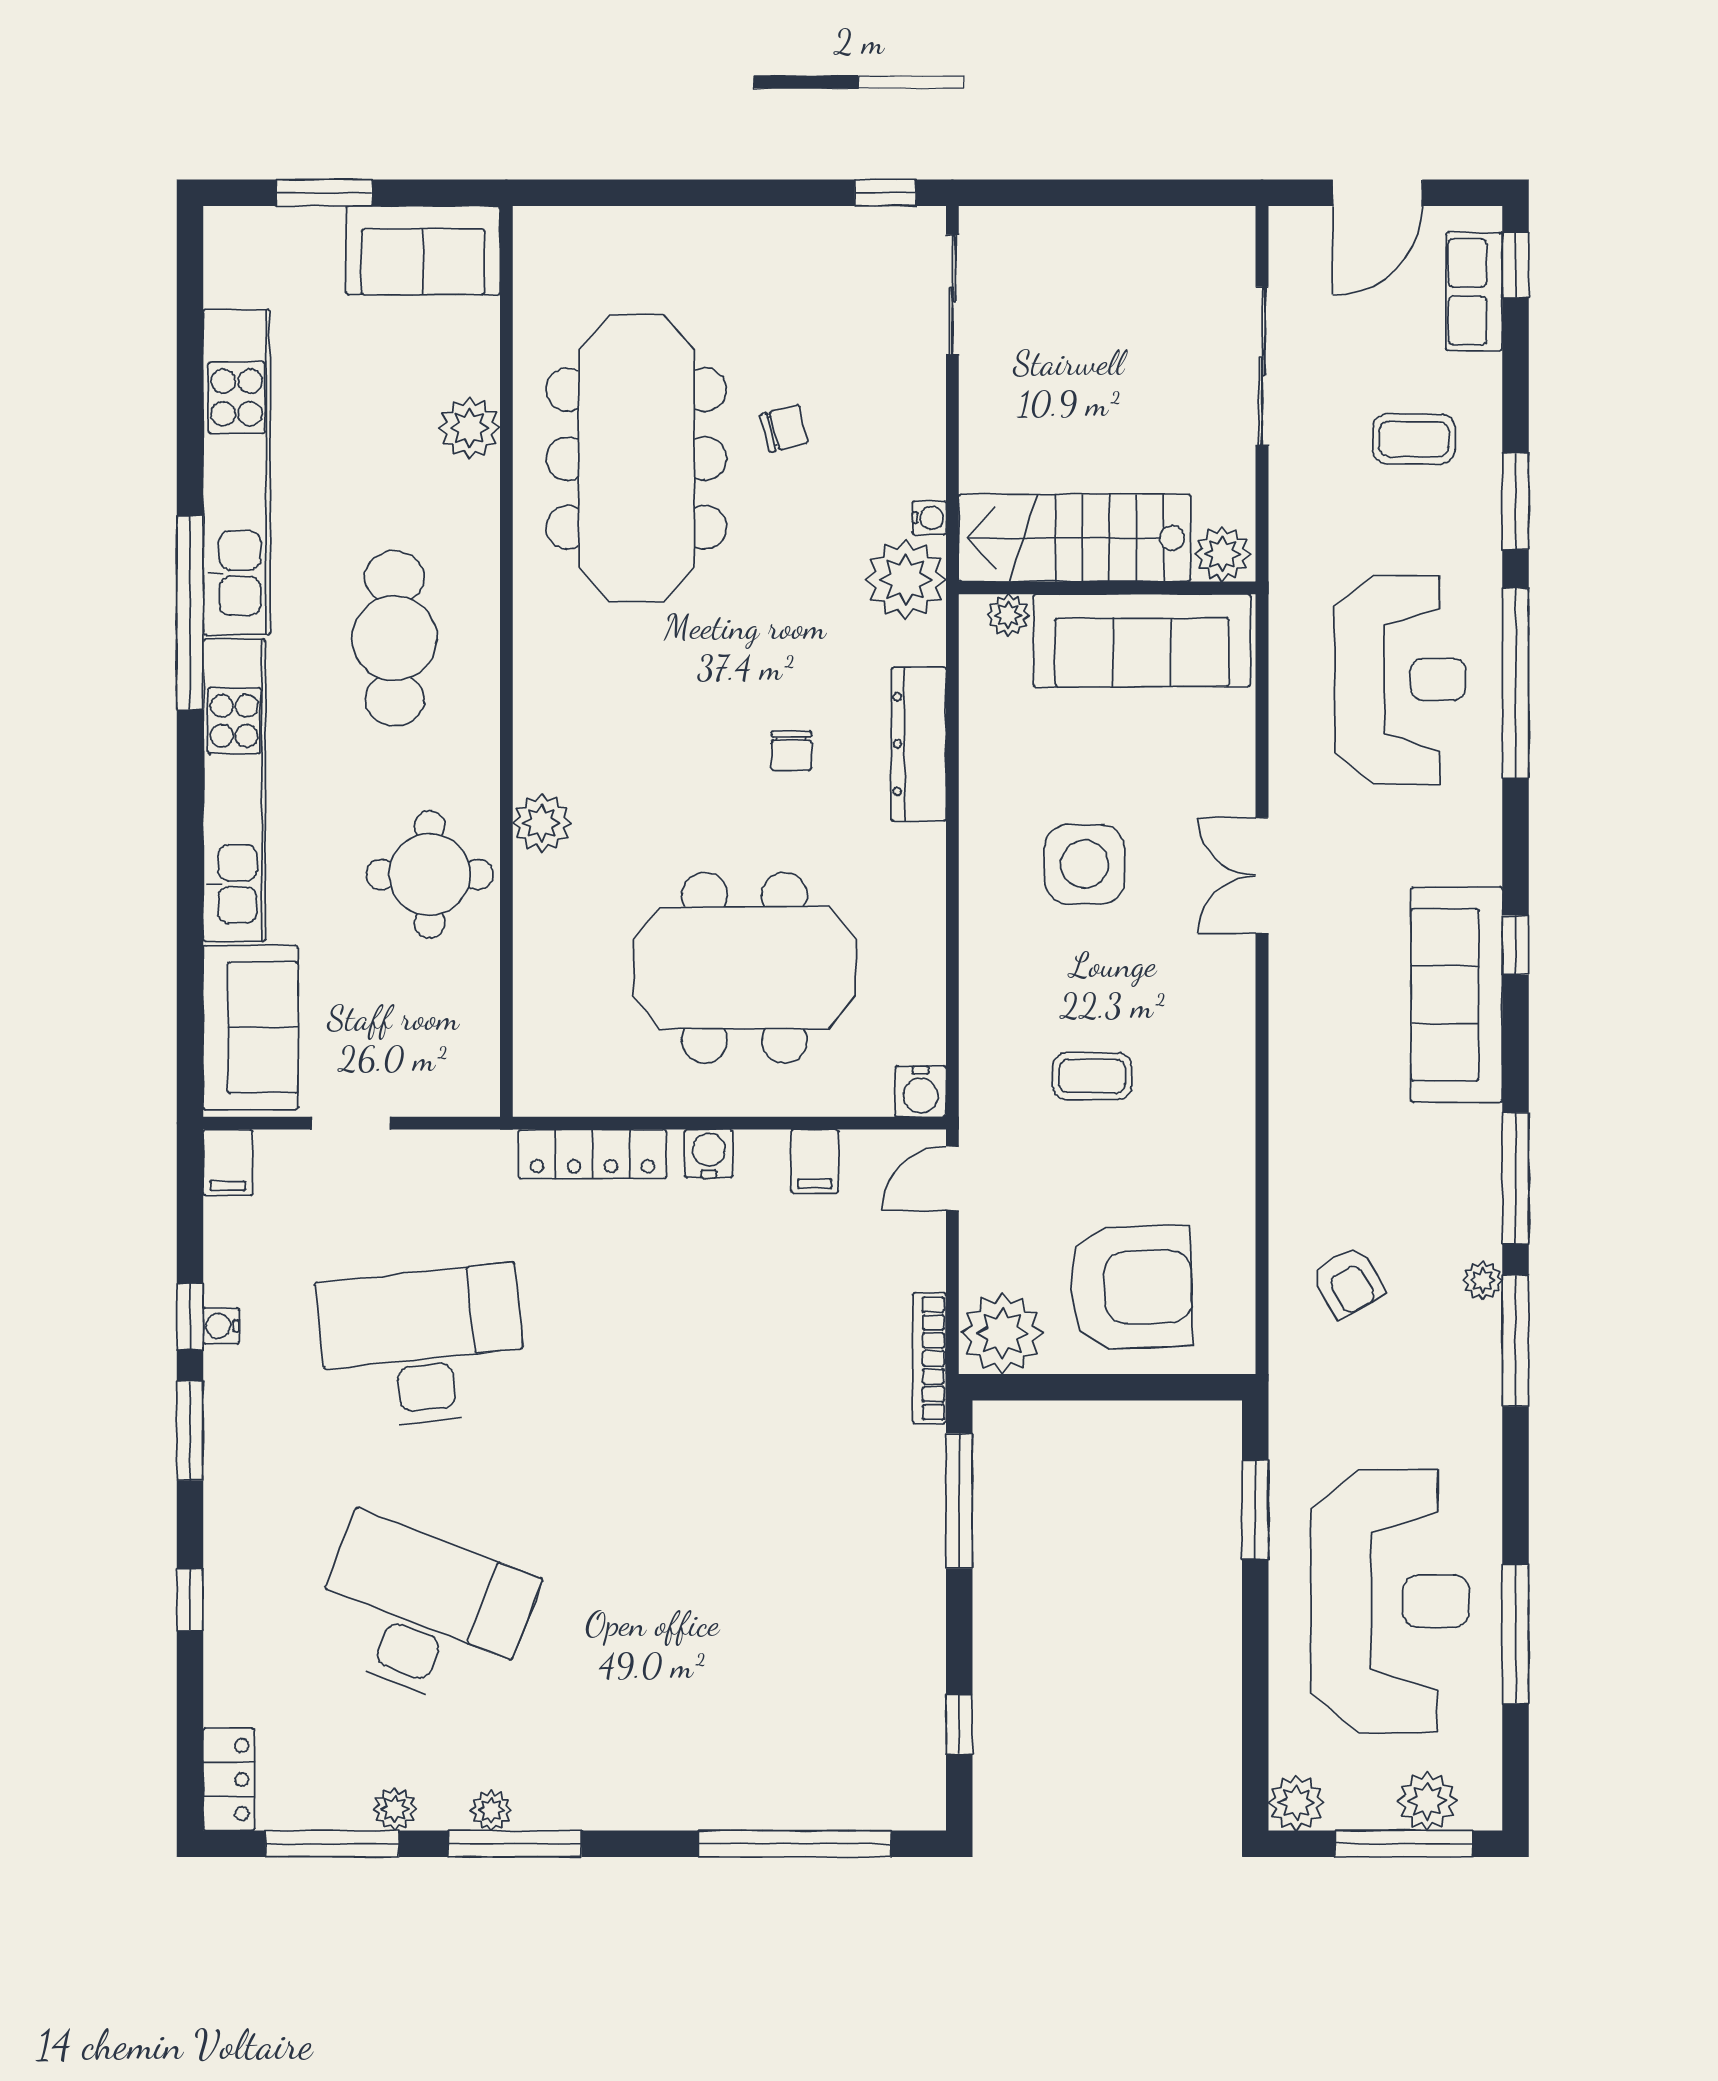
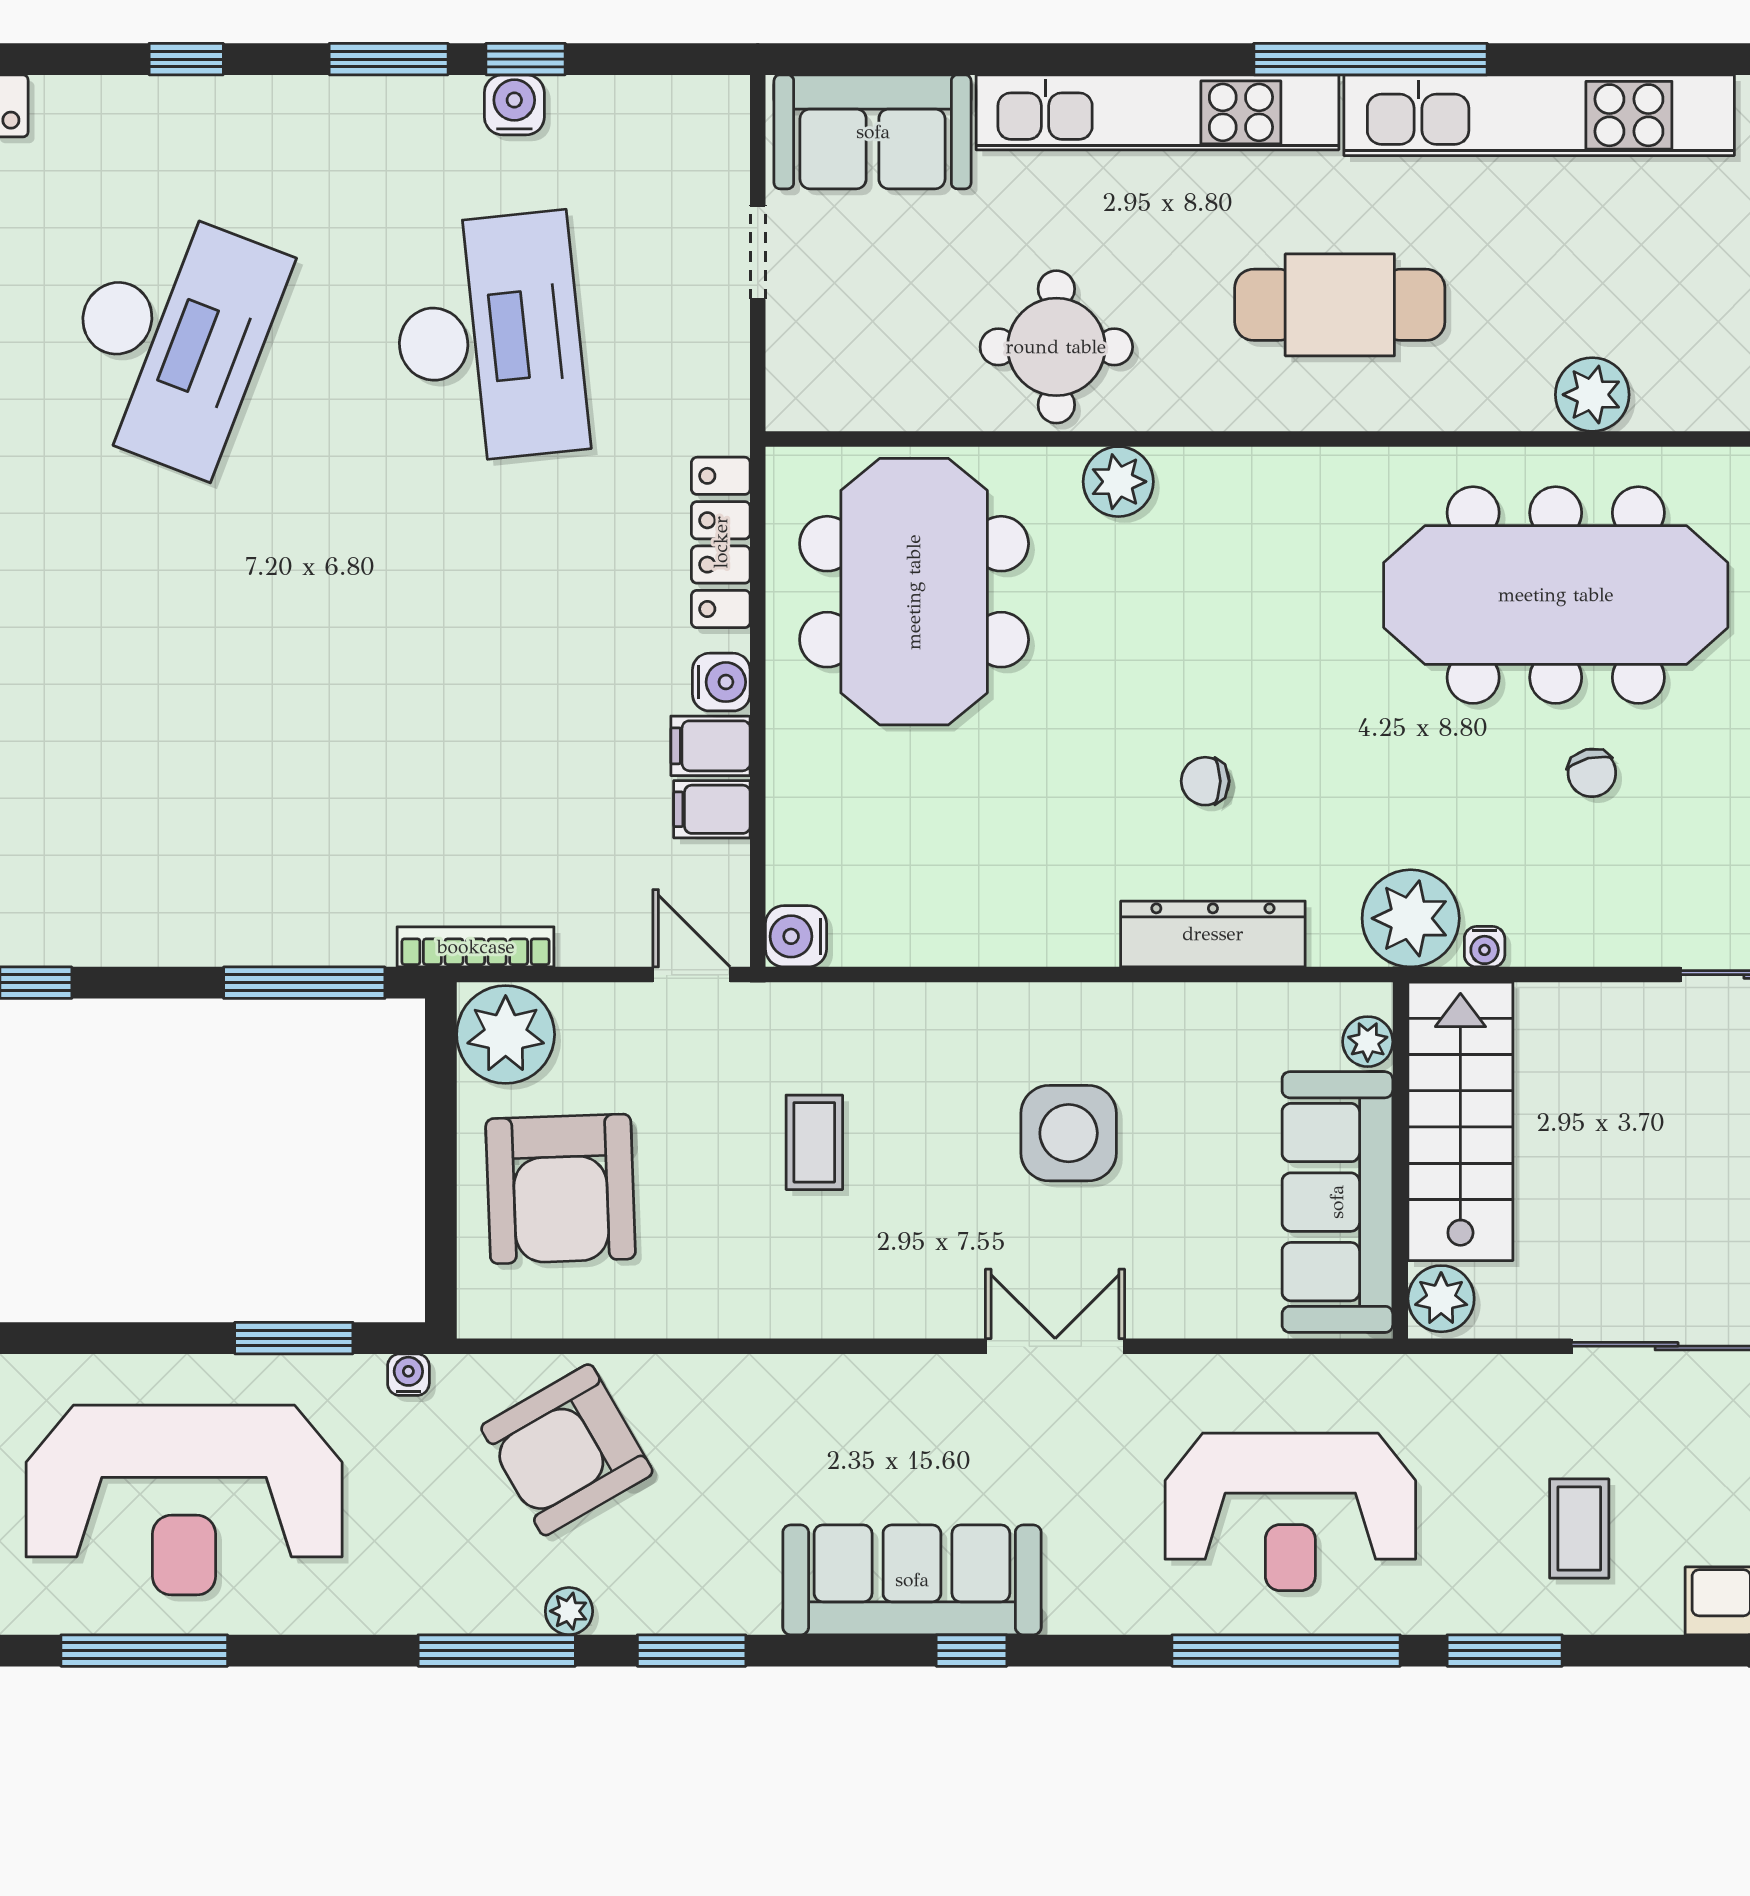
meeting table: (745, 968) -> (914, 592), moved
filing cabinet: (228, 1163) -> (711, 746), moved
window: (1516, 1178) -> (692, 1651), width x0.69
armchair: (1348, 1282) -> (567, 1450), width x1.88, depth x1.88
water cooler: (221, 1326) -> (514, 105), width x1.38, depth x1.38
water cooler: (1286, 1414) -> (408, 1375), added

